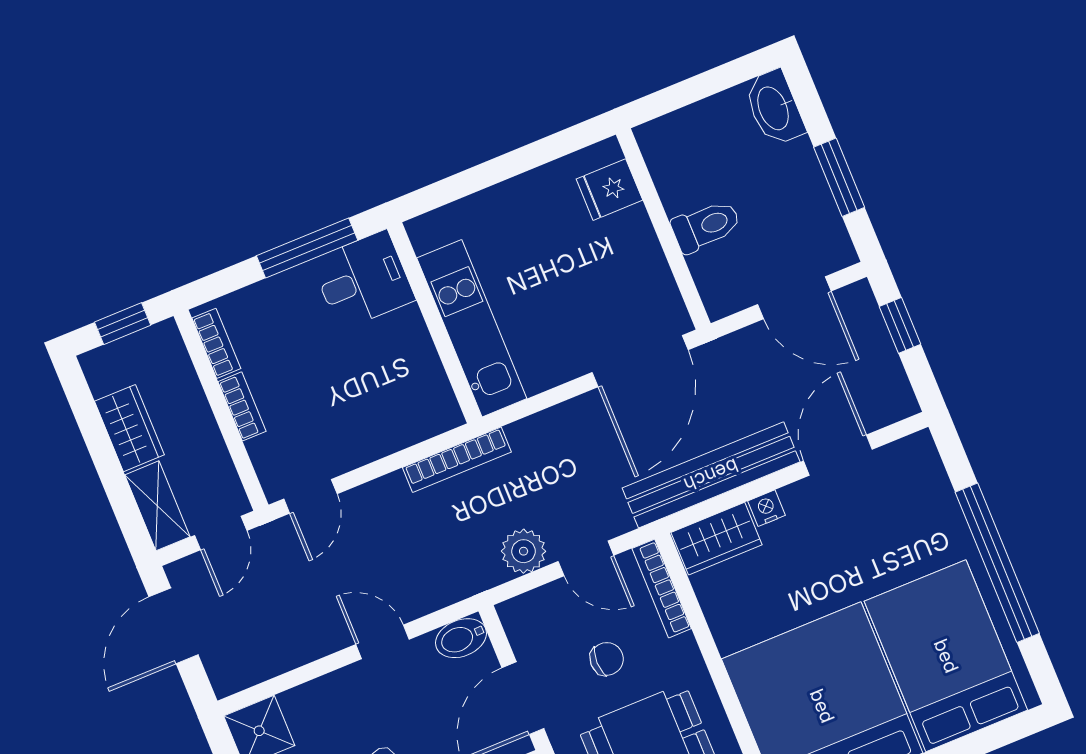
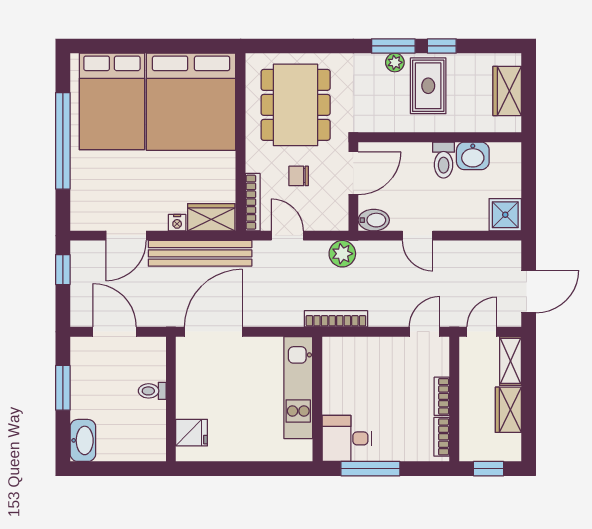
toilet: (706, 226) -> (152, 391), width x0.73, depth x0.72
window: (900, 325) -> (63, 270), moved
plant: (524, 551) -> (342, 254), moved

